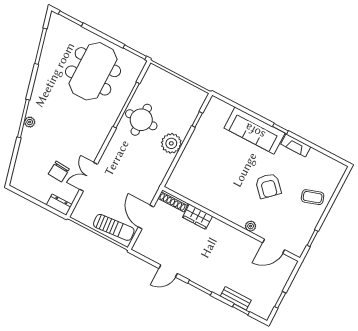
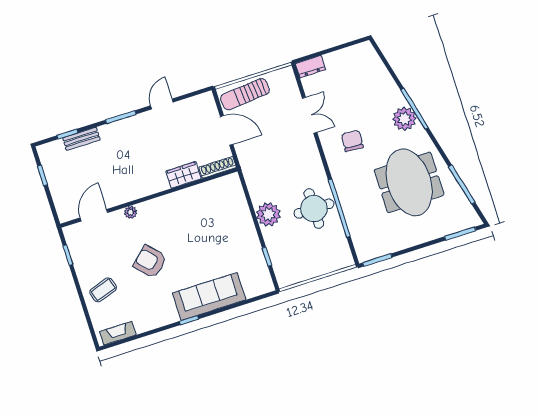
meeting table: (93, 71) -> (409, 182), moved
plant: (30, 122) -> (404, 119), width x1.87, depth x1.87
fireplace: (296, 145) -> (118, 333), moved
chair: (59, 171) -> (352, 141), moved

